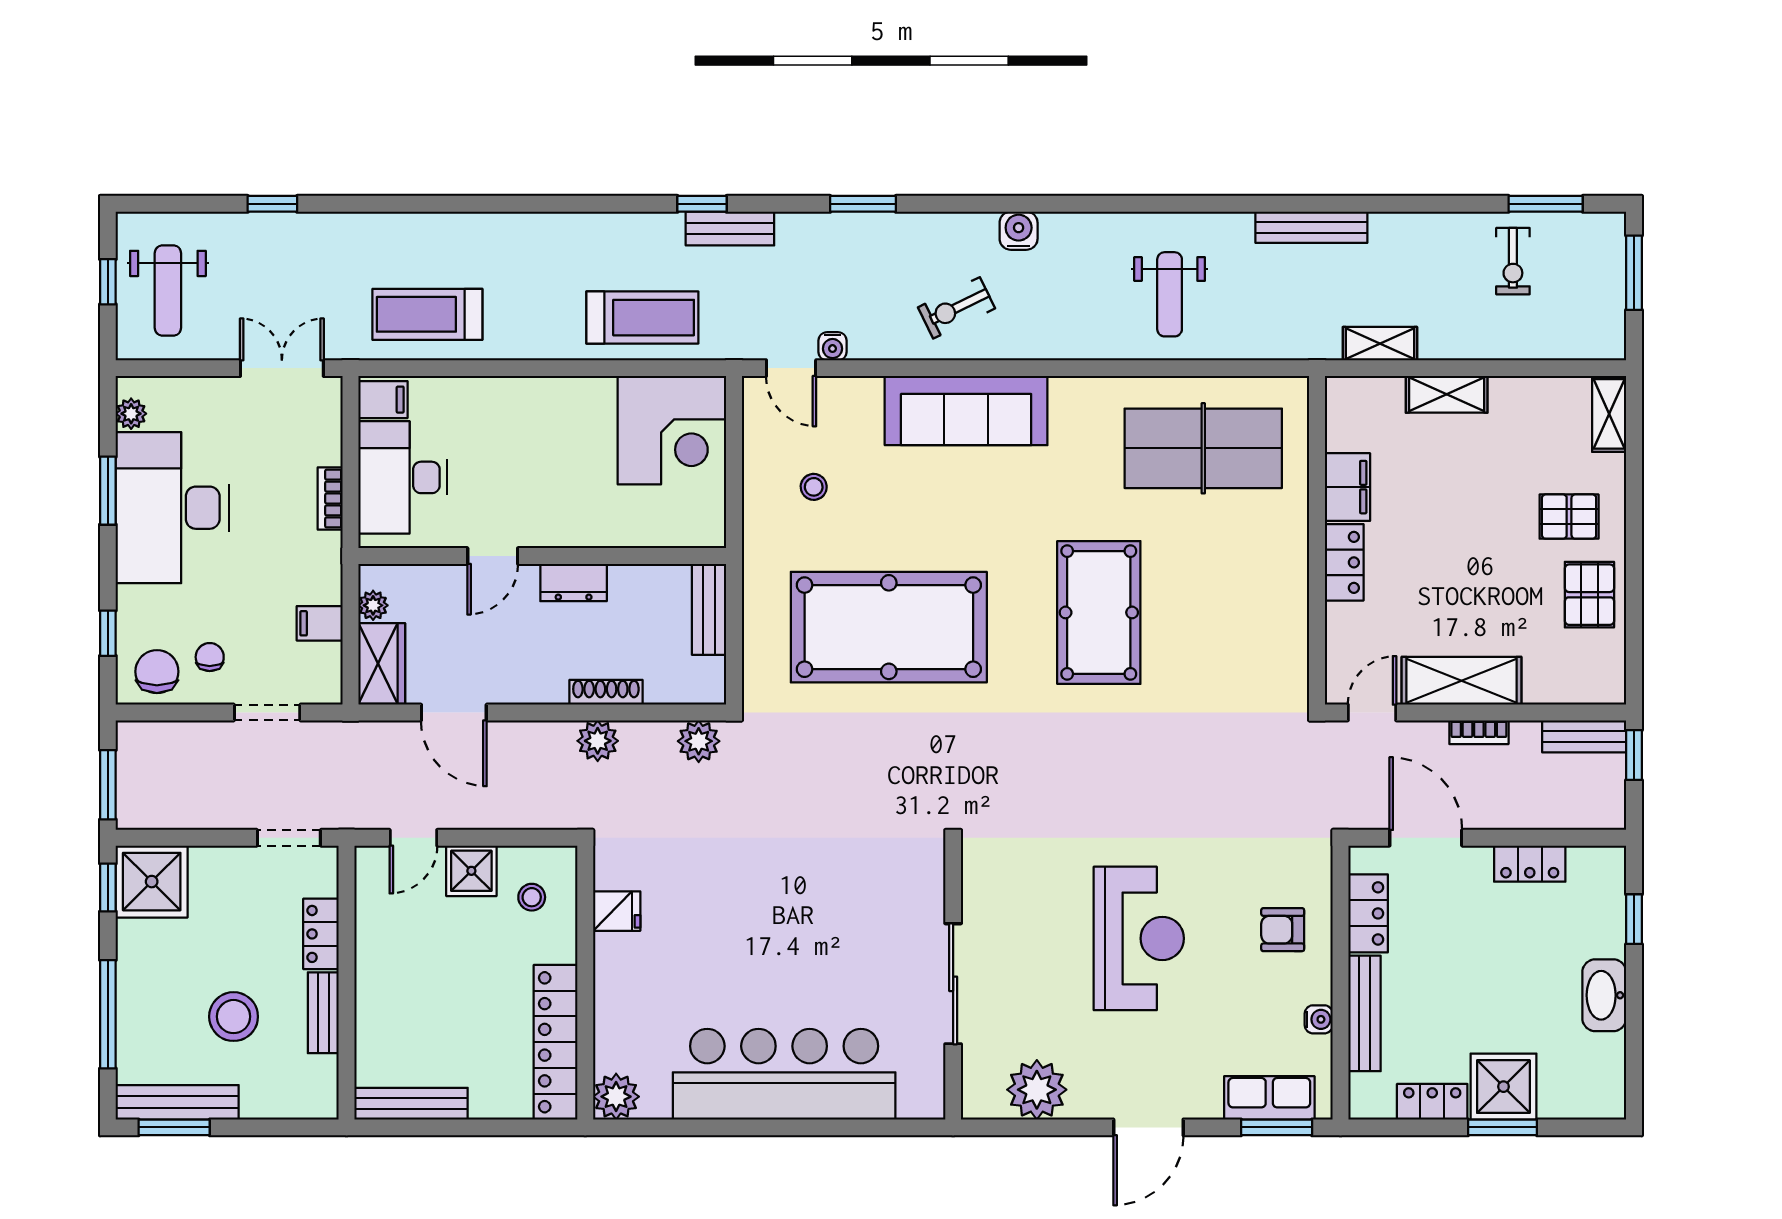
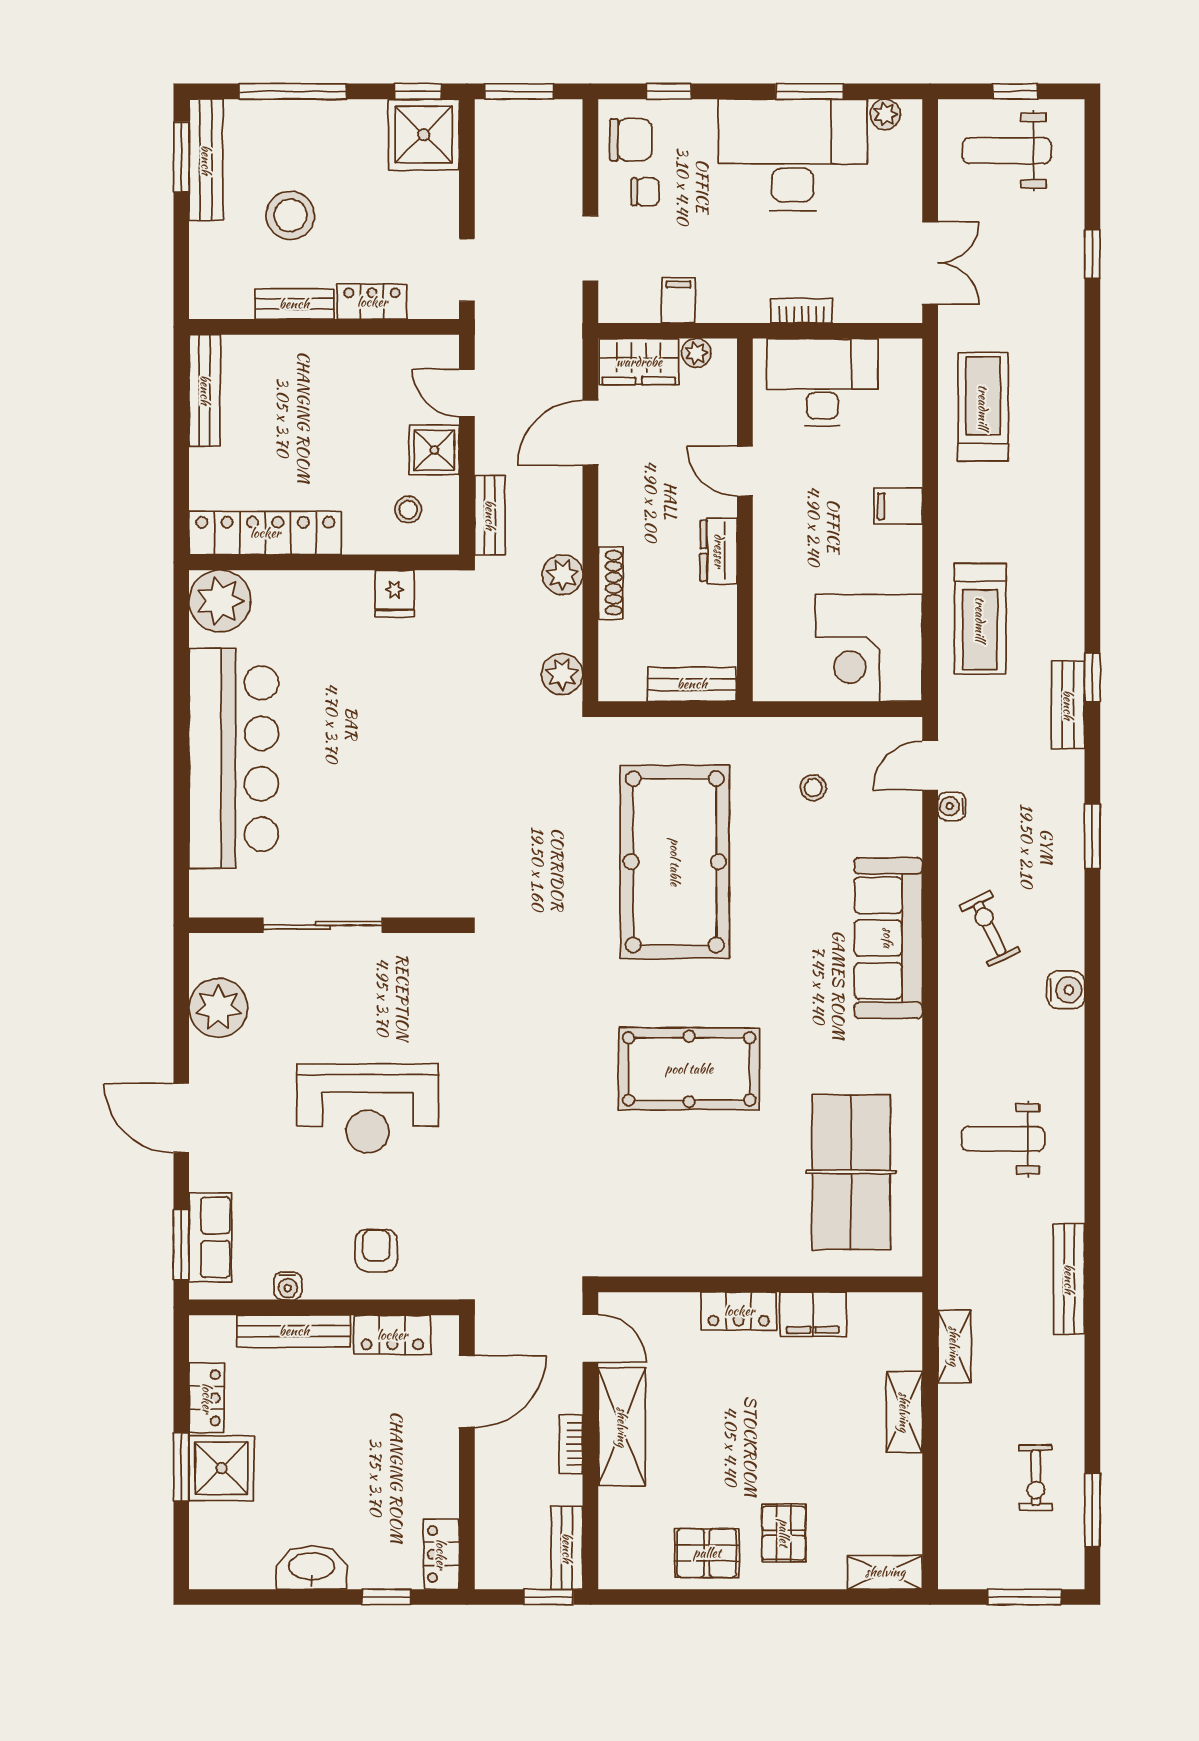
exercise bike: (1513, 261) -> (1036, 1478), turned -90
filing cabinet: (383, 400) -> (898, 506), moved, turned 90
bench: (537, 815) -> (490, 515), added
locker: (1530, 864) -> (441, 1554), moved
plant: (616, 1097) -> (220, 601), width x1.36, depth x1.36

